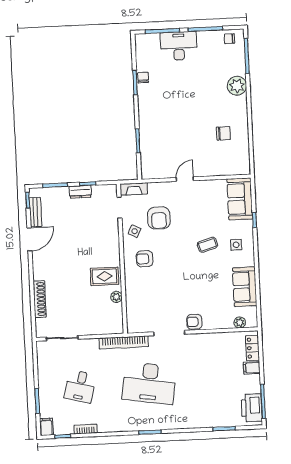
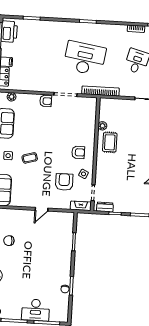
dresser: (80, 192) -> (105, 207), moved
rug: (104, 276) -> (110, 142), turned 90

